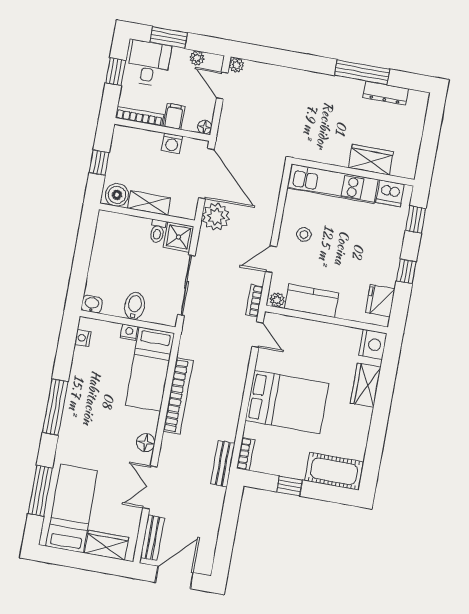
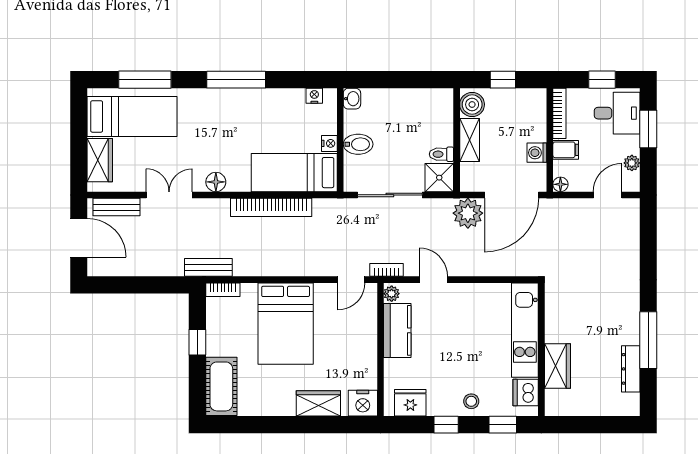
plant: (236, 65) -> (632, 206), removed
stool: (304, 234) -> (471, 401), moved

